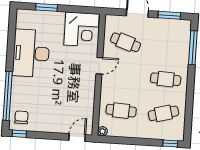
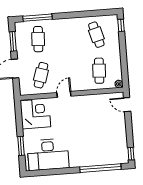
desk: (31, 53) -> (48, 154), moved
door: (99, 66) -> (64, 94), hinge flipped
cafe table: (166, 79) -> (38, 39), moved
chair: (21, 117) -> (117, 154), removed

